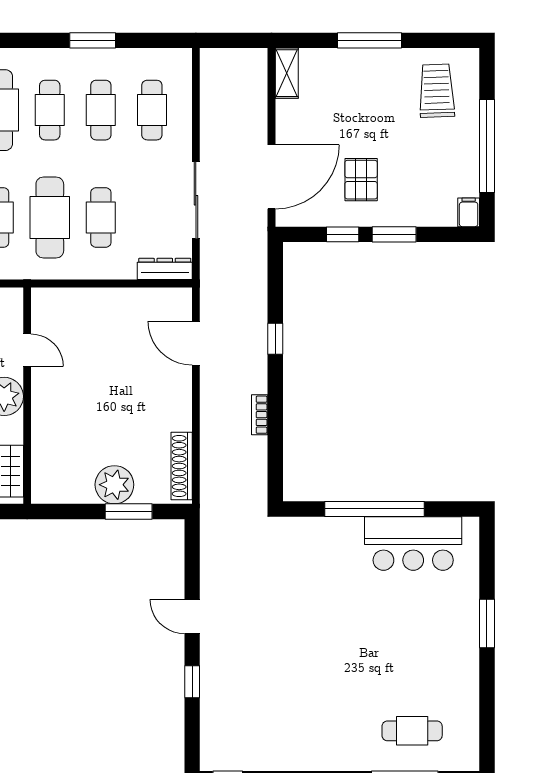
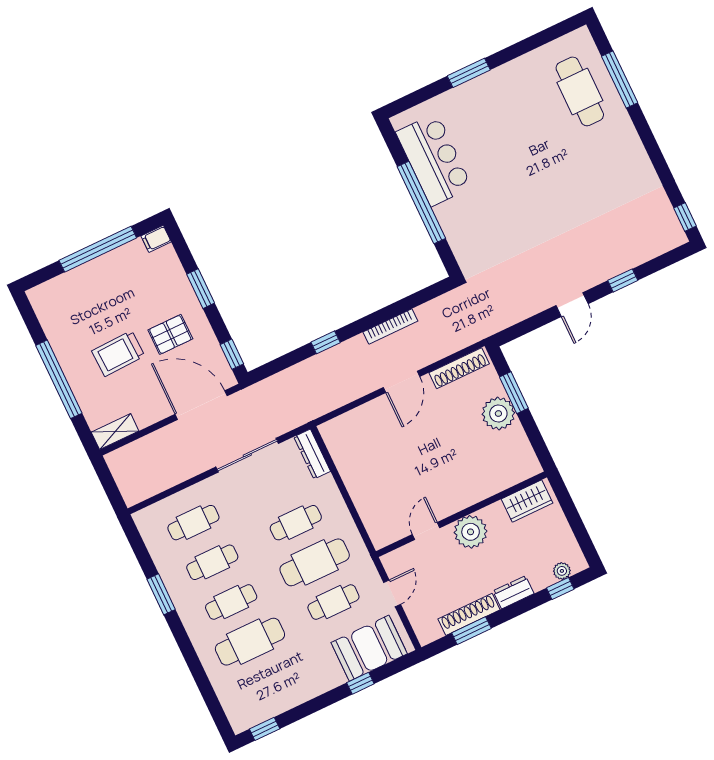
window: (370, 40) -> (59, 379), width x1.46
trolley: (437, 91) -> (118, 353), moved
window: (343, 234) -> (232, 354), moved
door: (196, 343) -> (401, 382), moved
bookcase: (260, 415) -> (390, 327), width x1.56
cafe table: (412, 731) -> (580, 91), width x1.37, depth x1.35

